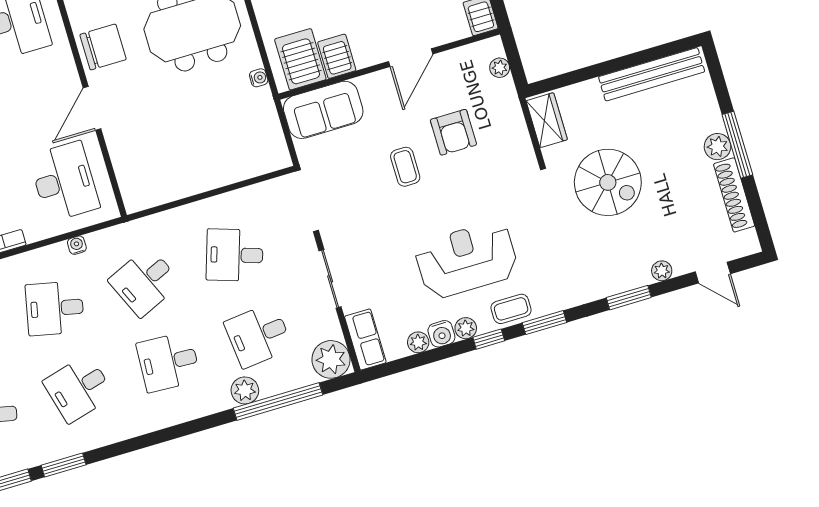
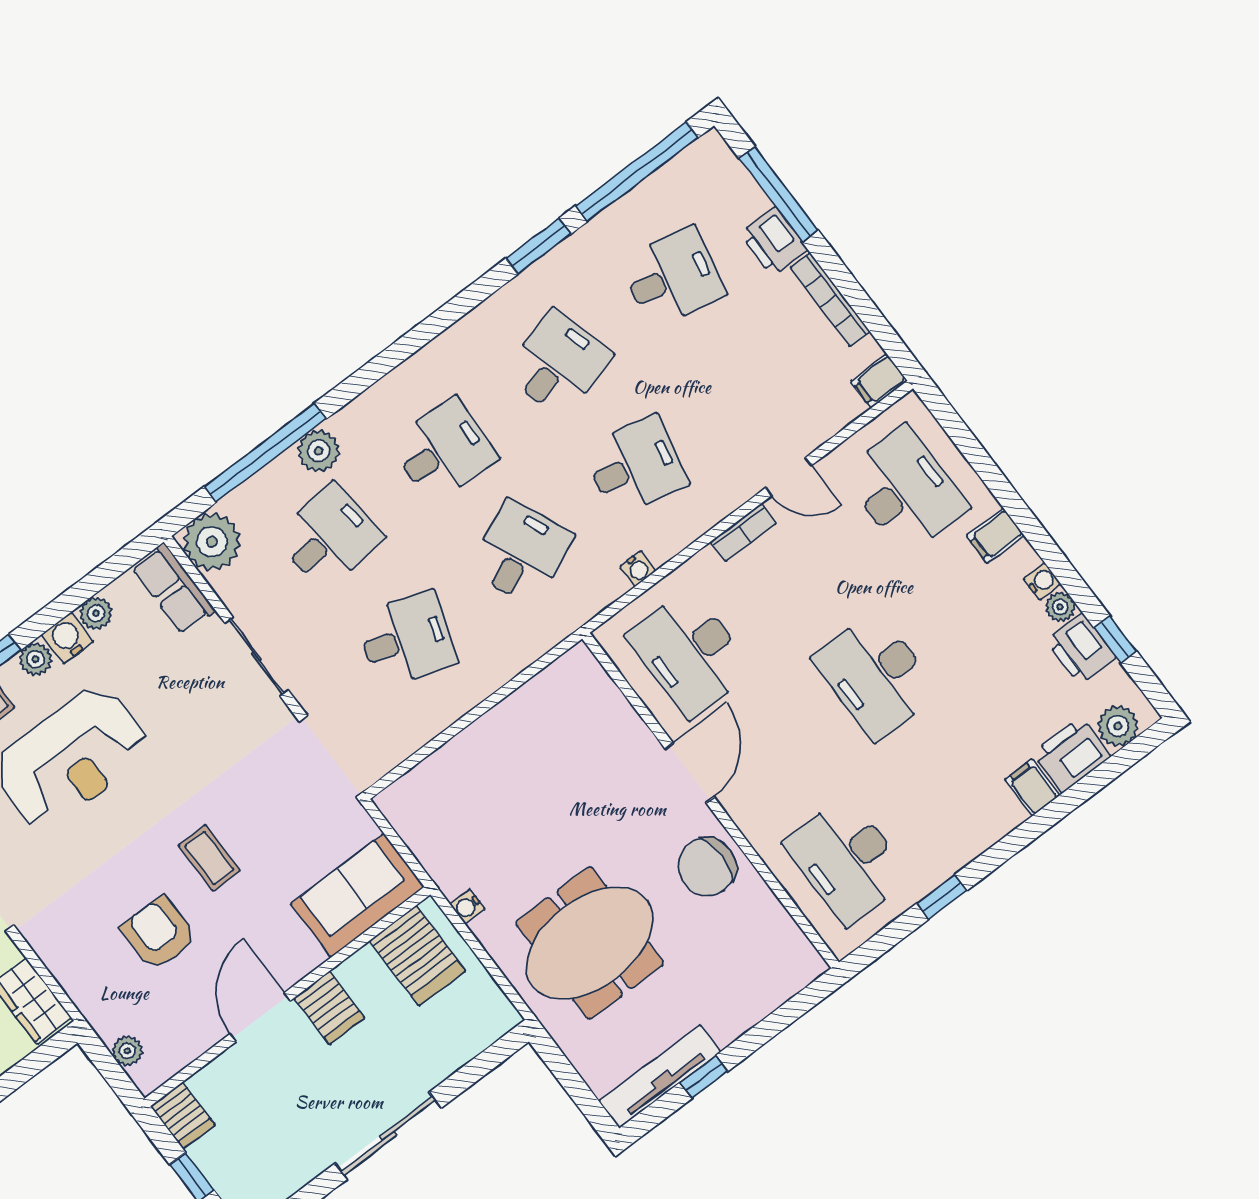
server rack: (337, 56) -> (329, 1008), moved

